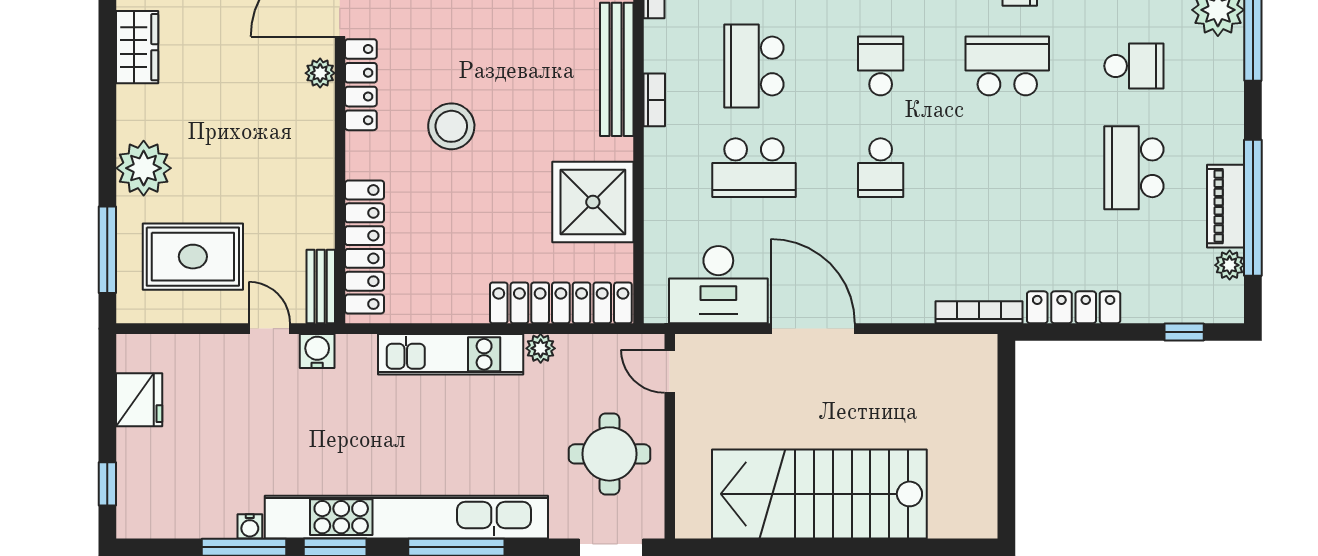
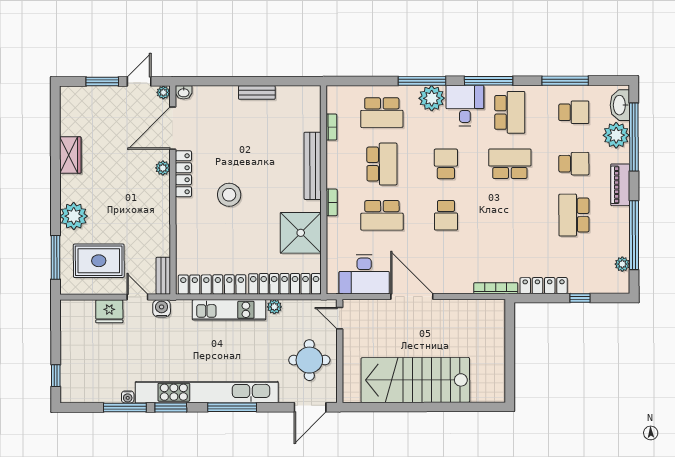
school desk: (754, 66) -> (382, 164), turned 180
bookcase: (654, 100) -> (332, 202), moved
piano: (1226, 206) -> (620, 185), moved
locker: (365, 247) -> (212, 285), moved, turned -90
window: (1184, 332) -> (580, 298), moved
fridge: (139, 400) -> (109, 311), moved, turned 90

